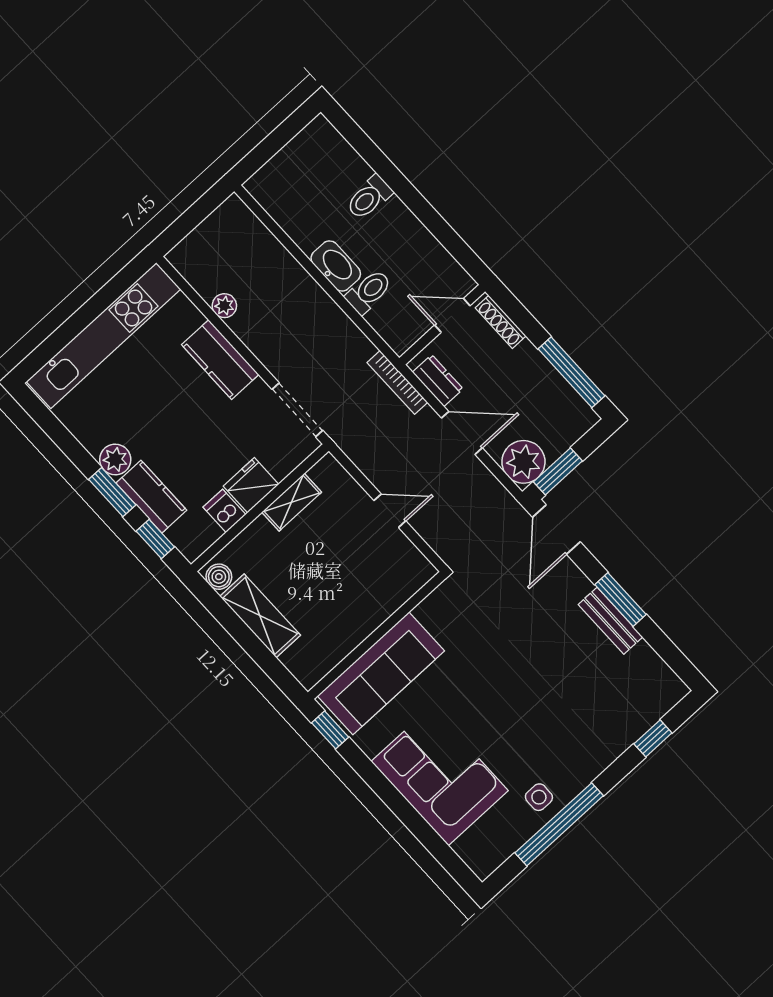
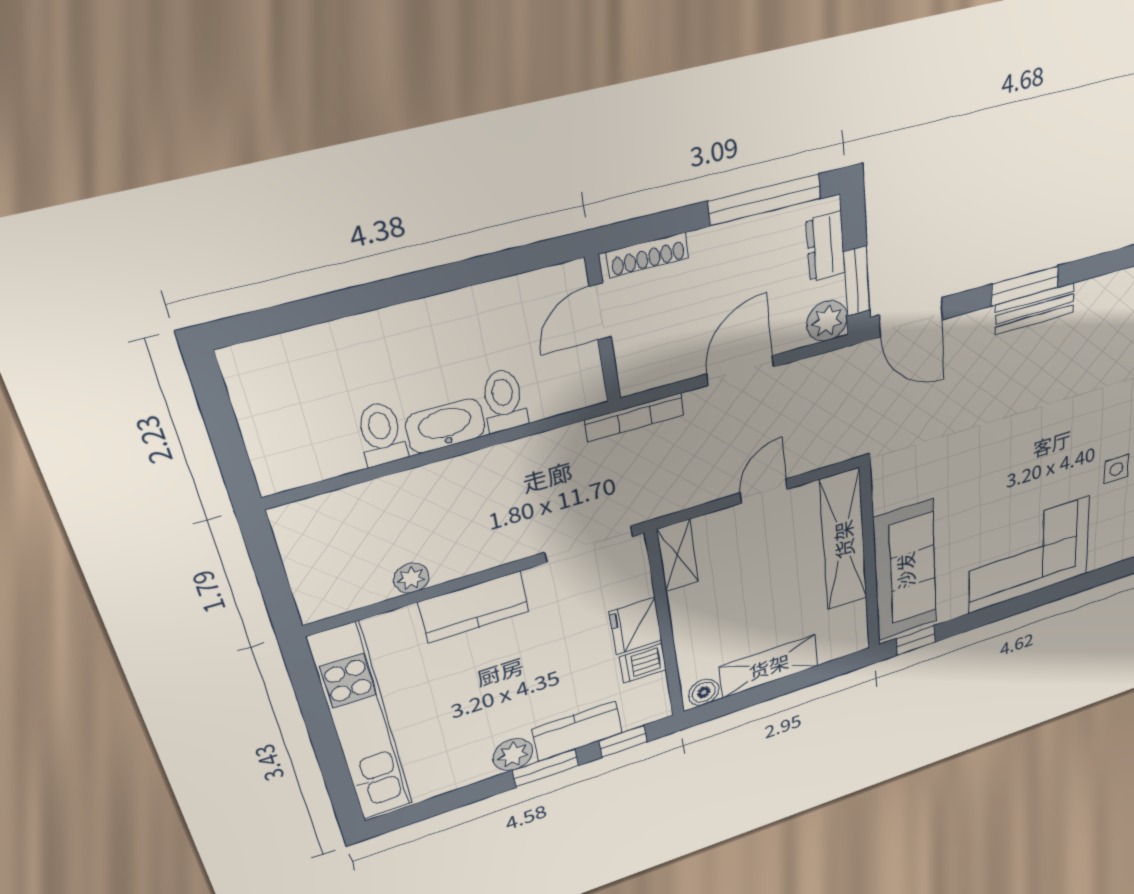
toilet: (369, 197) -> (381, 434), moved, turned 180
dresser: (438, 381) -> (826, 246), moved, turned -90
plant: (523, 462) -> (827, 321), width x0.73, depth x0.73
shelving: (292, 502) -> (677, 555), moved
shelving: (382, 601) -> (843, 540), added

